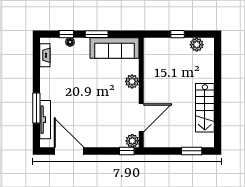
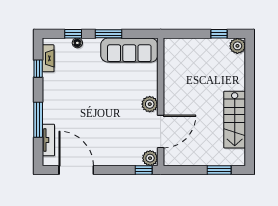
window: (178, 34) -> (219, 34), moved
plant: (197, 45) -> (237, 46), moved
window: (36, 64) -> (38, 69), added
plant: (132, 81) -> (150, 104), moved
tv unit: (45, 120) -> (48, 140), width x0.71

